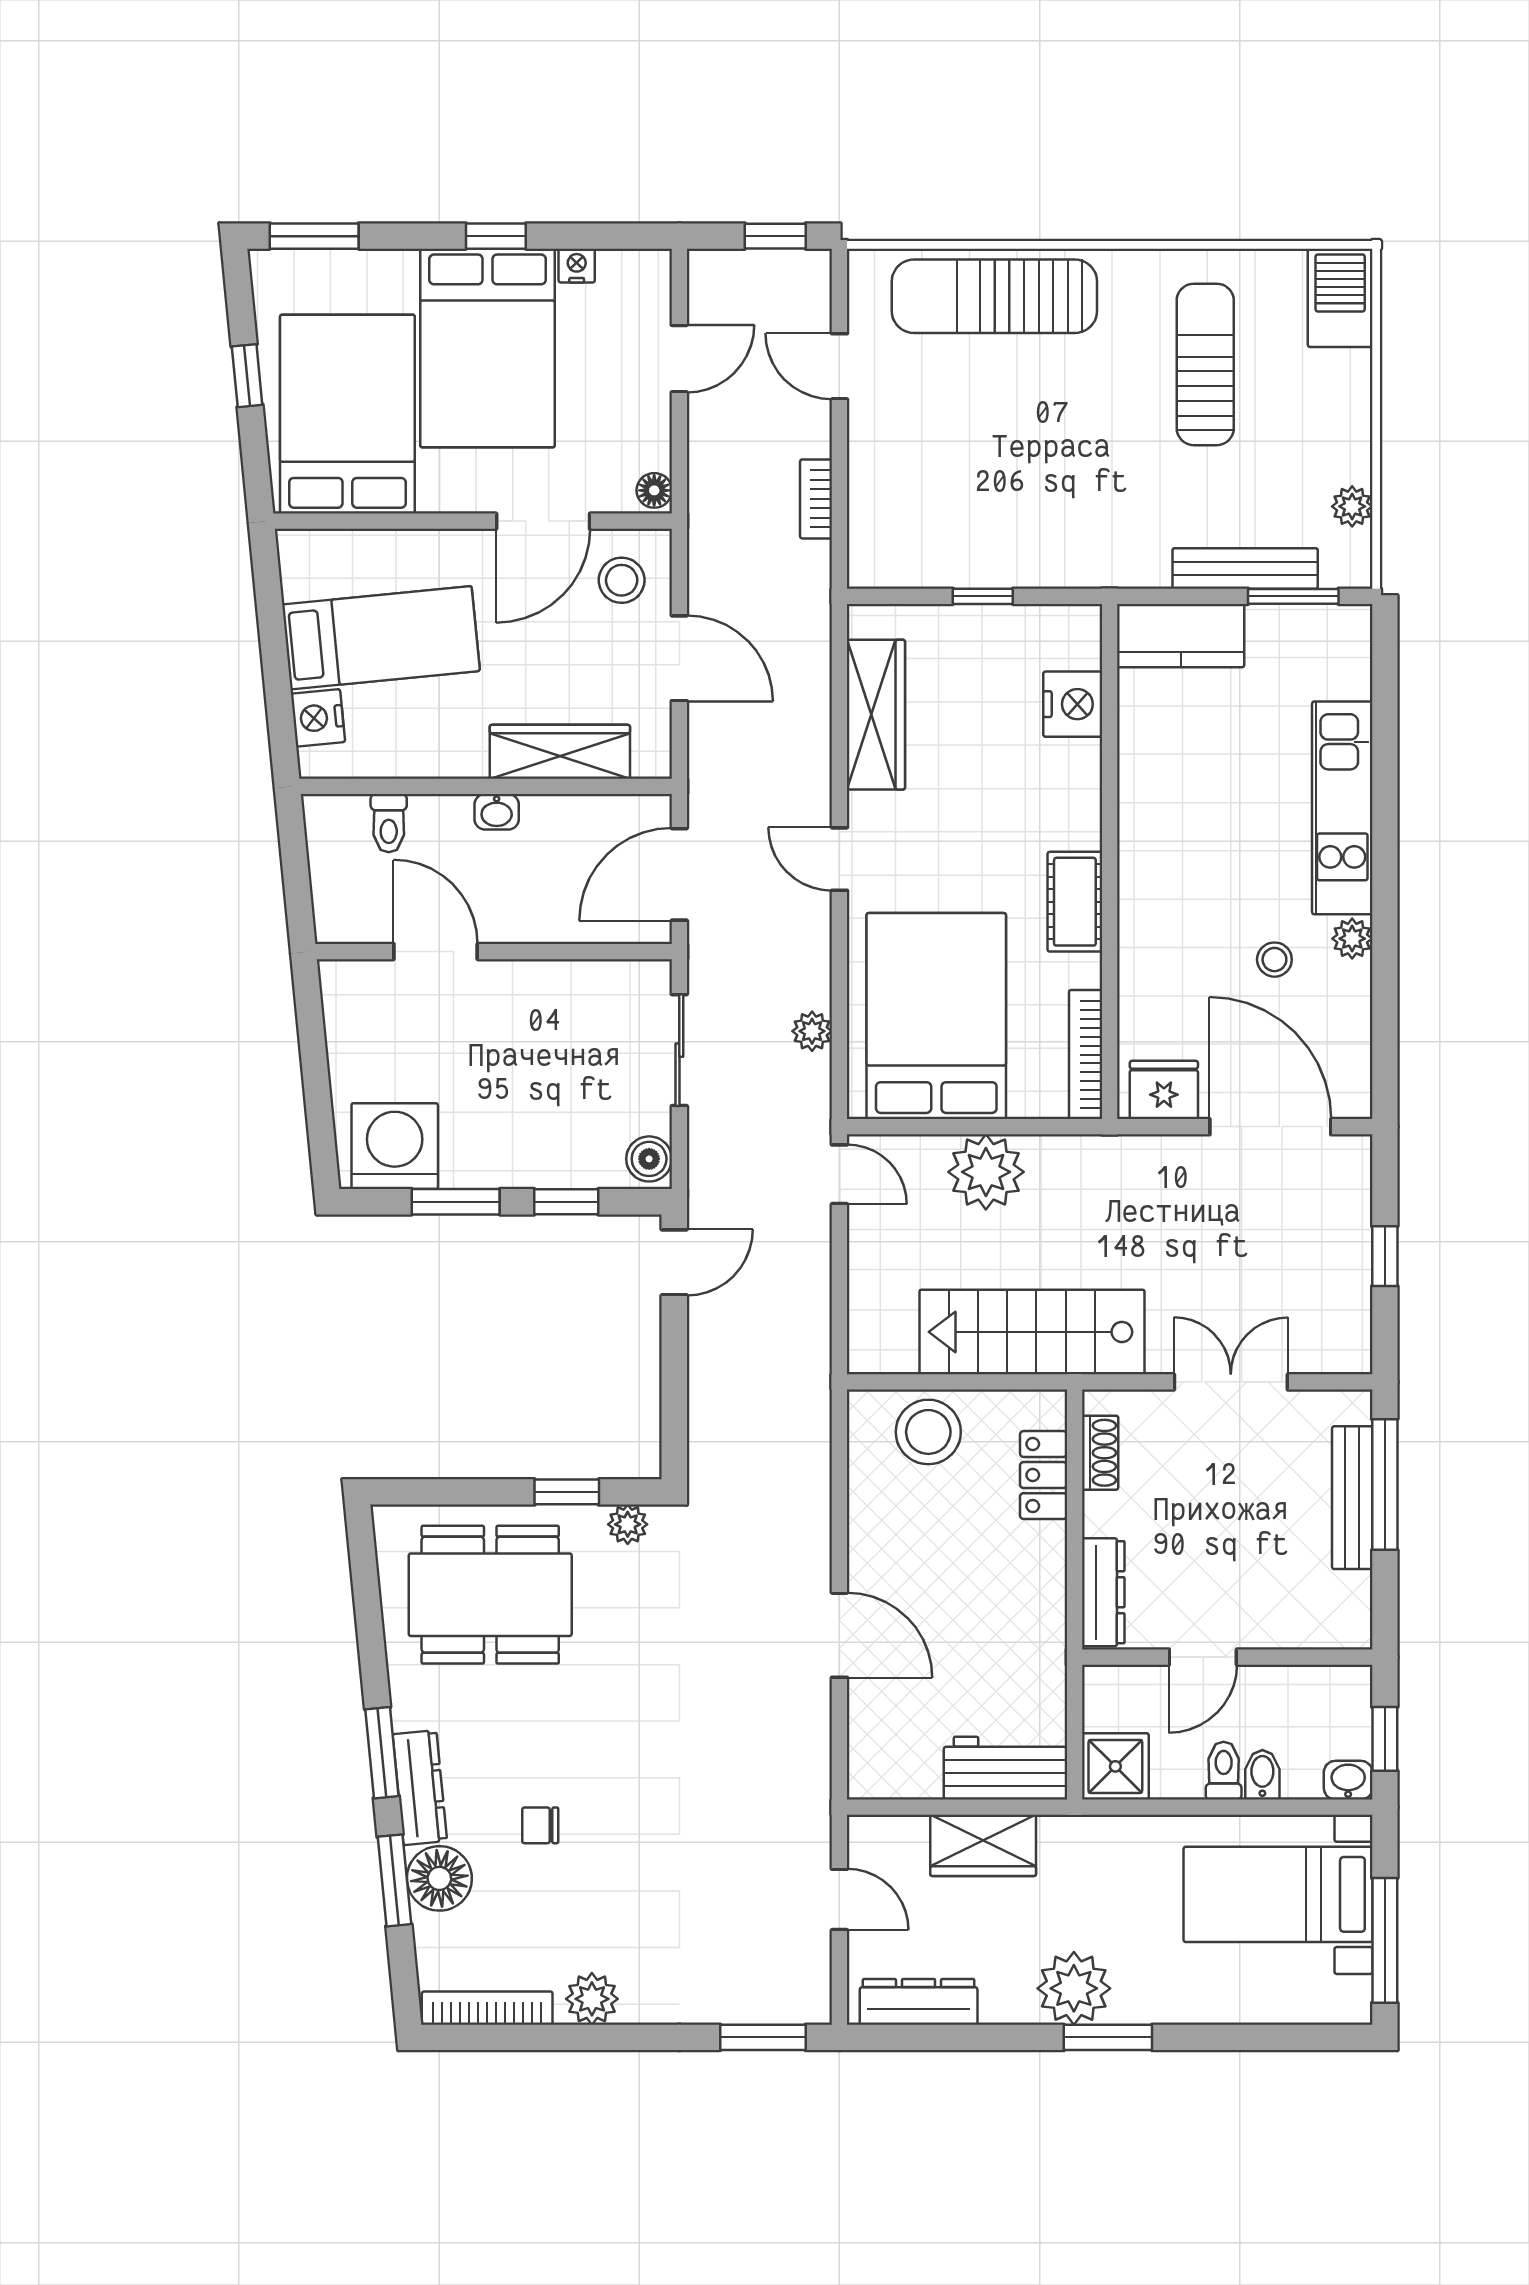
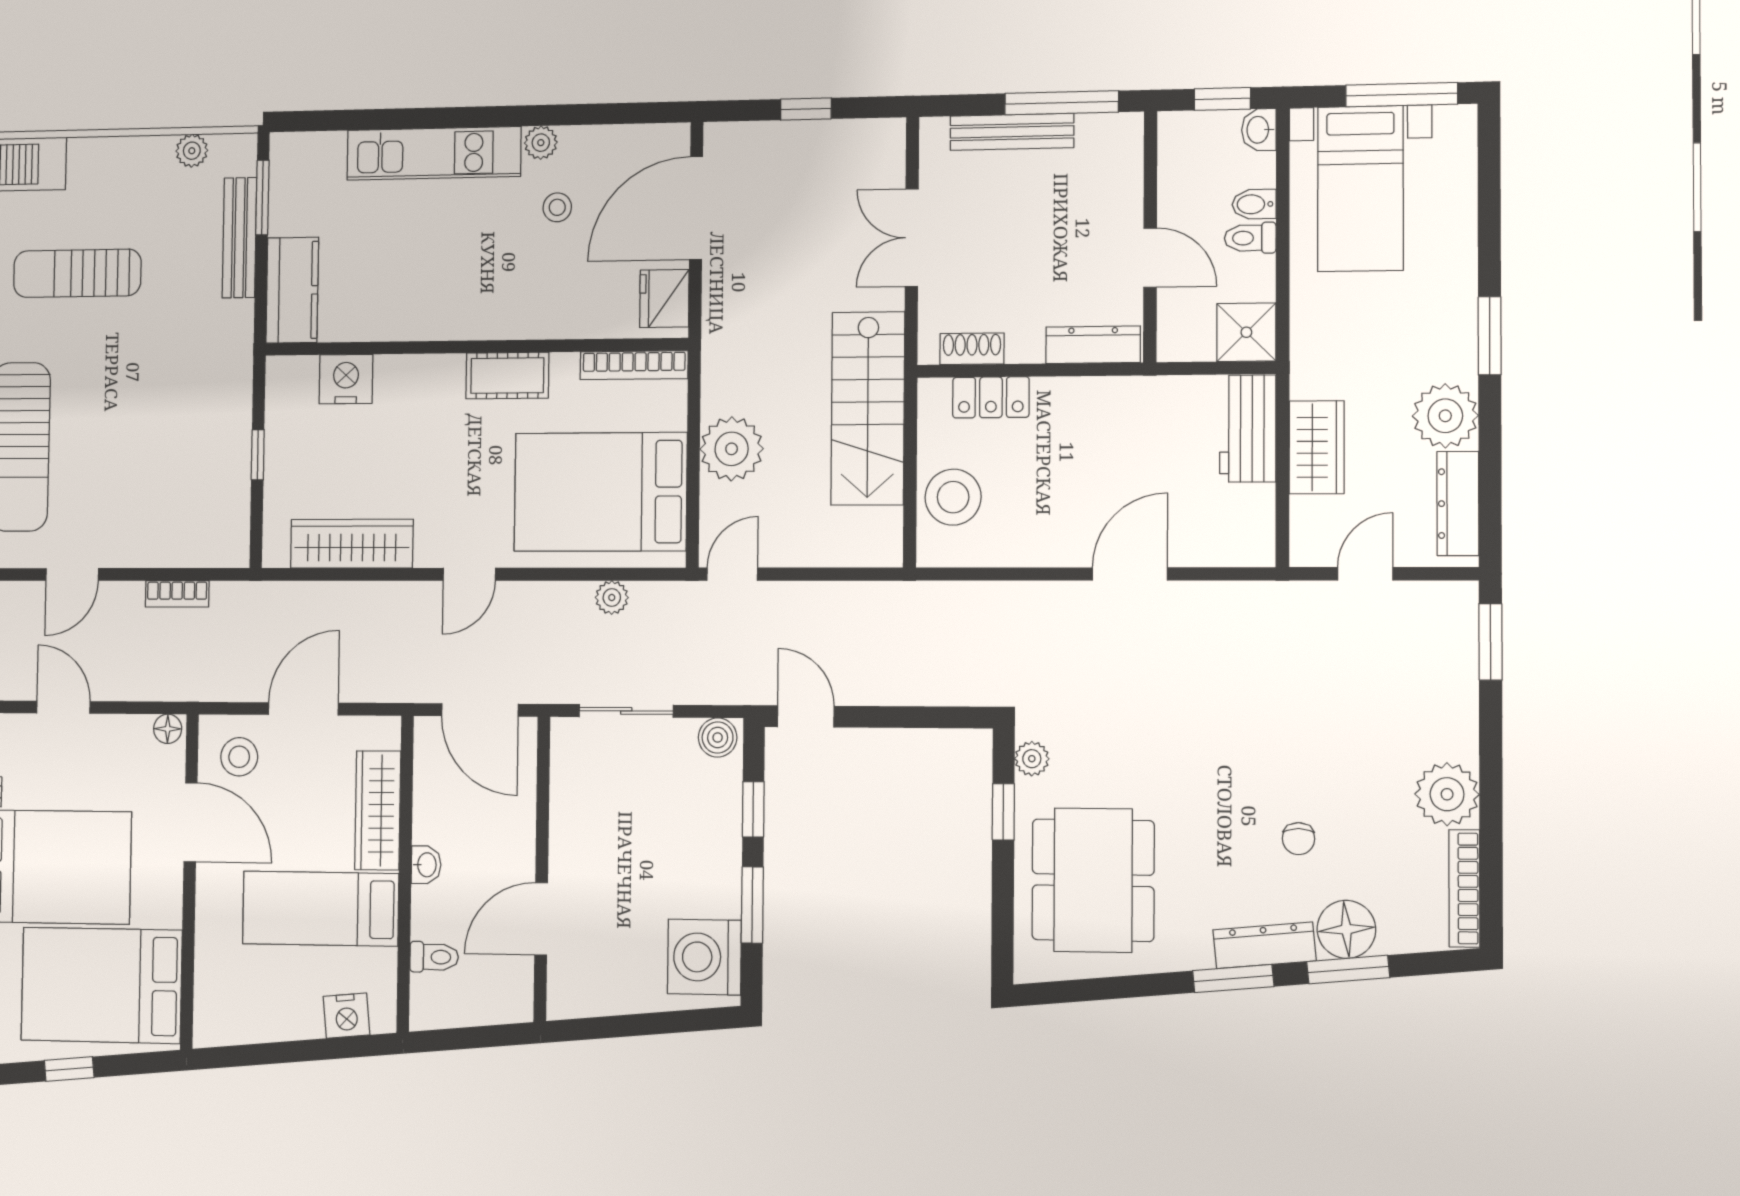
bed: (381, 638) -> (320, 909), moved, turned -84
window: (1385, 1484) -> (1062, 103), moved
plant: (1074, 1988) -> (1445, 416), moved
plant: (592, 1999) -> (1447, 794), width x1.36, depth x1.36

